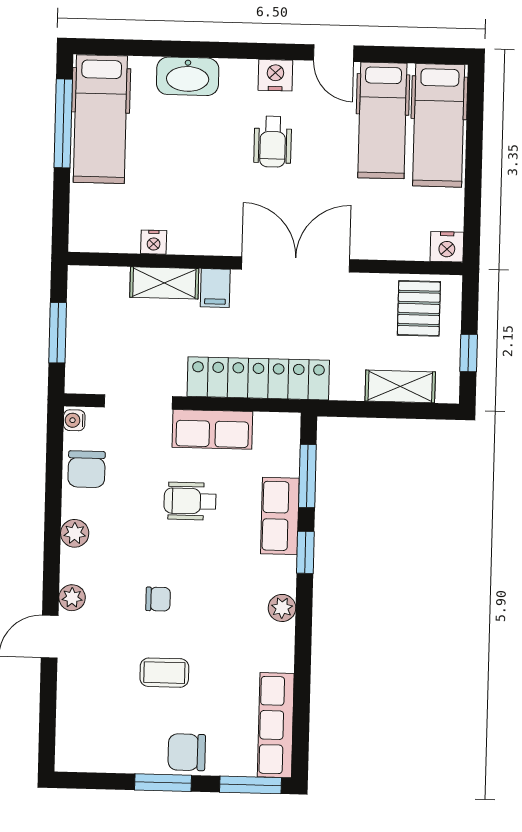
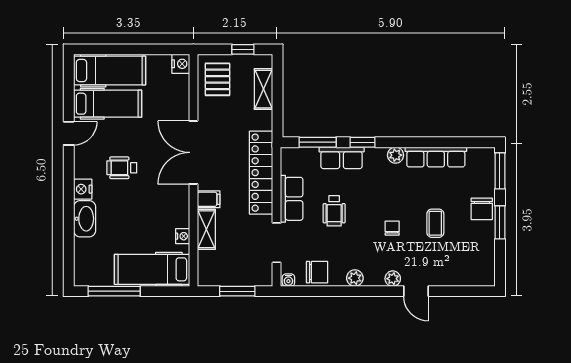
nightstand: (275, 75) -> (83, 189), moved
hospital bed: (100, 119) -> (152, 269), moved, turned 180
wheelchair: (273, 142) -> (122, 168), turned 180
pallet: (419, 308) -> (217, 79), turned 90
row of seats: (276, 725) -> (436, 157), moved

